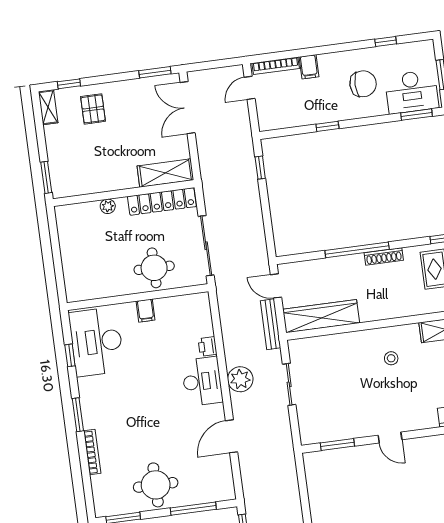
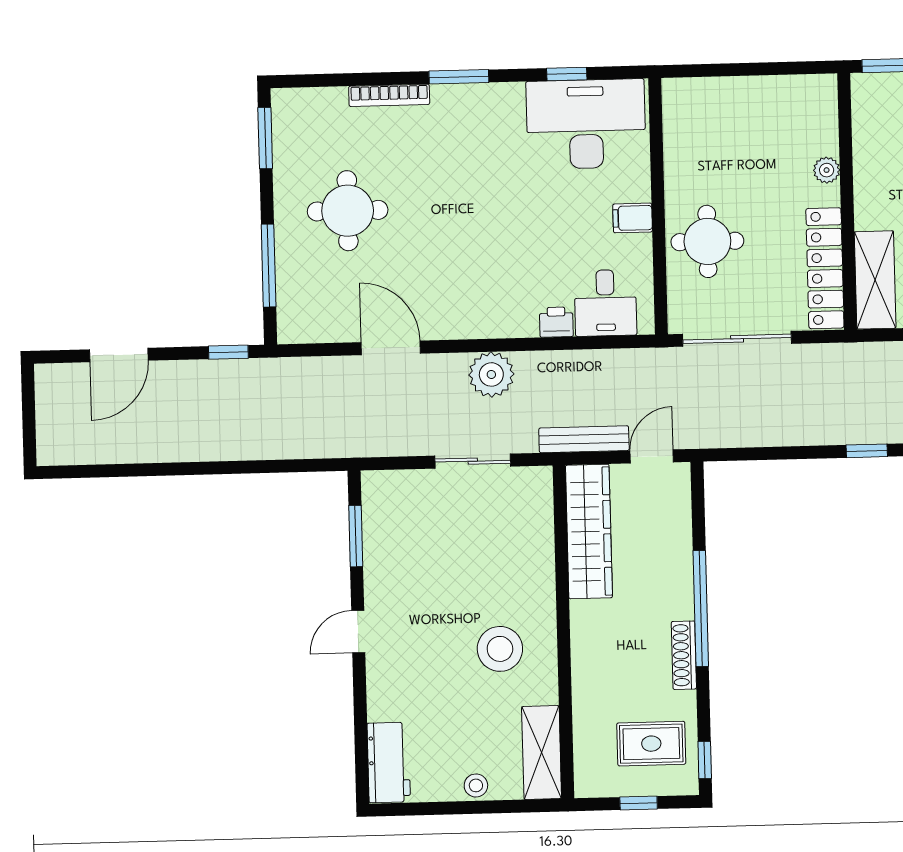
stool: (391, 358) -> (500, 649), width x1.89, depth x1.89
desk: (202, 381) -> (605, 303), moved, width x0.73
round table: (156, 485) -> (348, 211), moved

